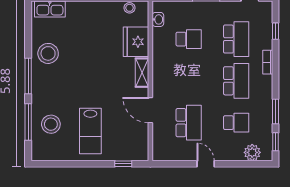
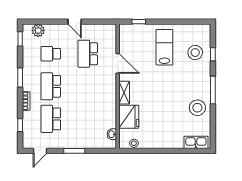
school desk: (189, 39) -> (88, 119), removed
window: (276, 111) -> (20, 78), moved
window: (28, 122) -> (213, 54), width x0.46

